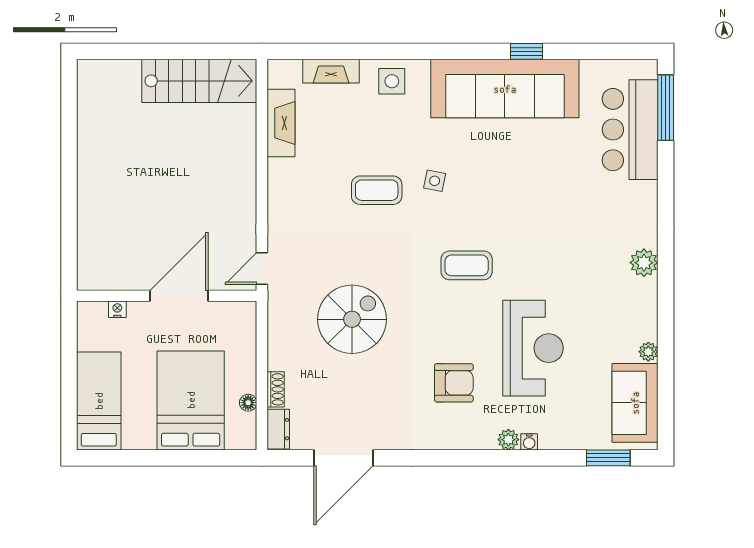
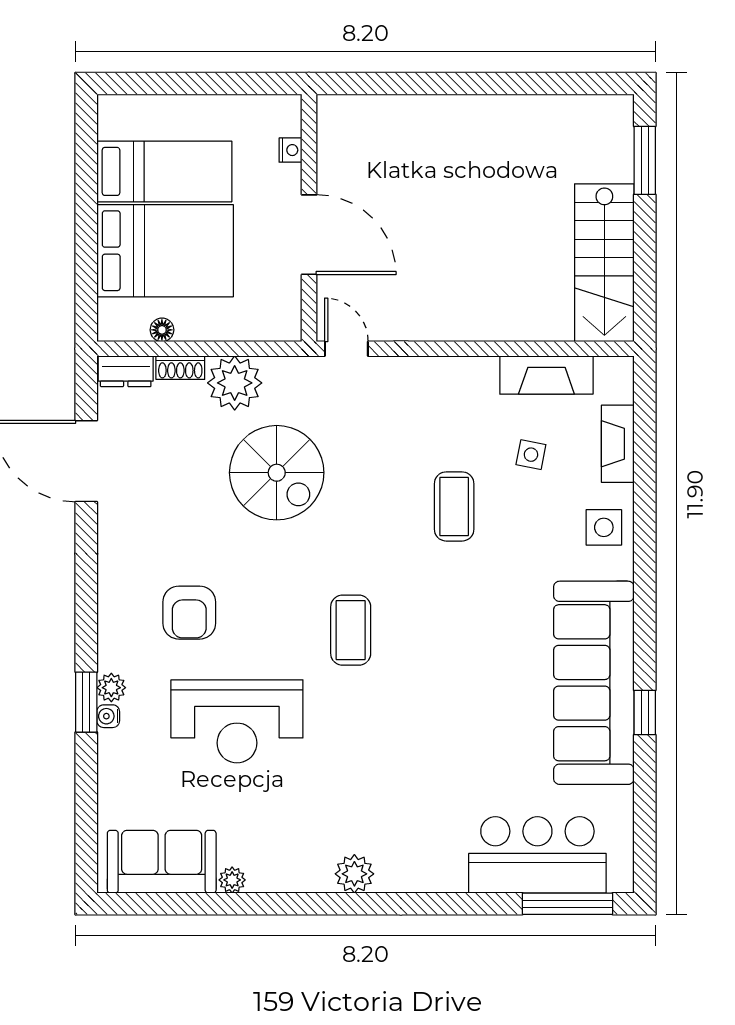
window: (125, 51) -> (645, 160), added
side table: (435, 181) -> (531, 455), moved
plant: (287, 350) -> (235, 383), added
bed: (99, 401) -> (164, 171), moved
window: (608, 458) -> (86, 702), moved

